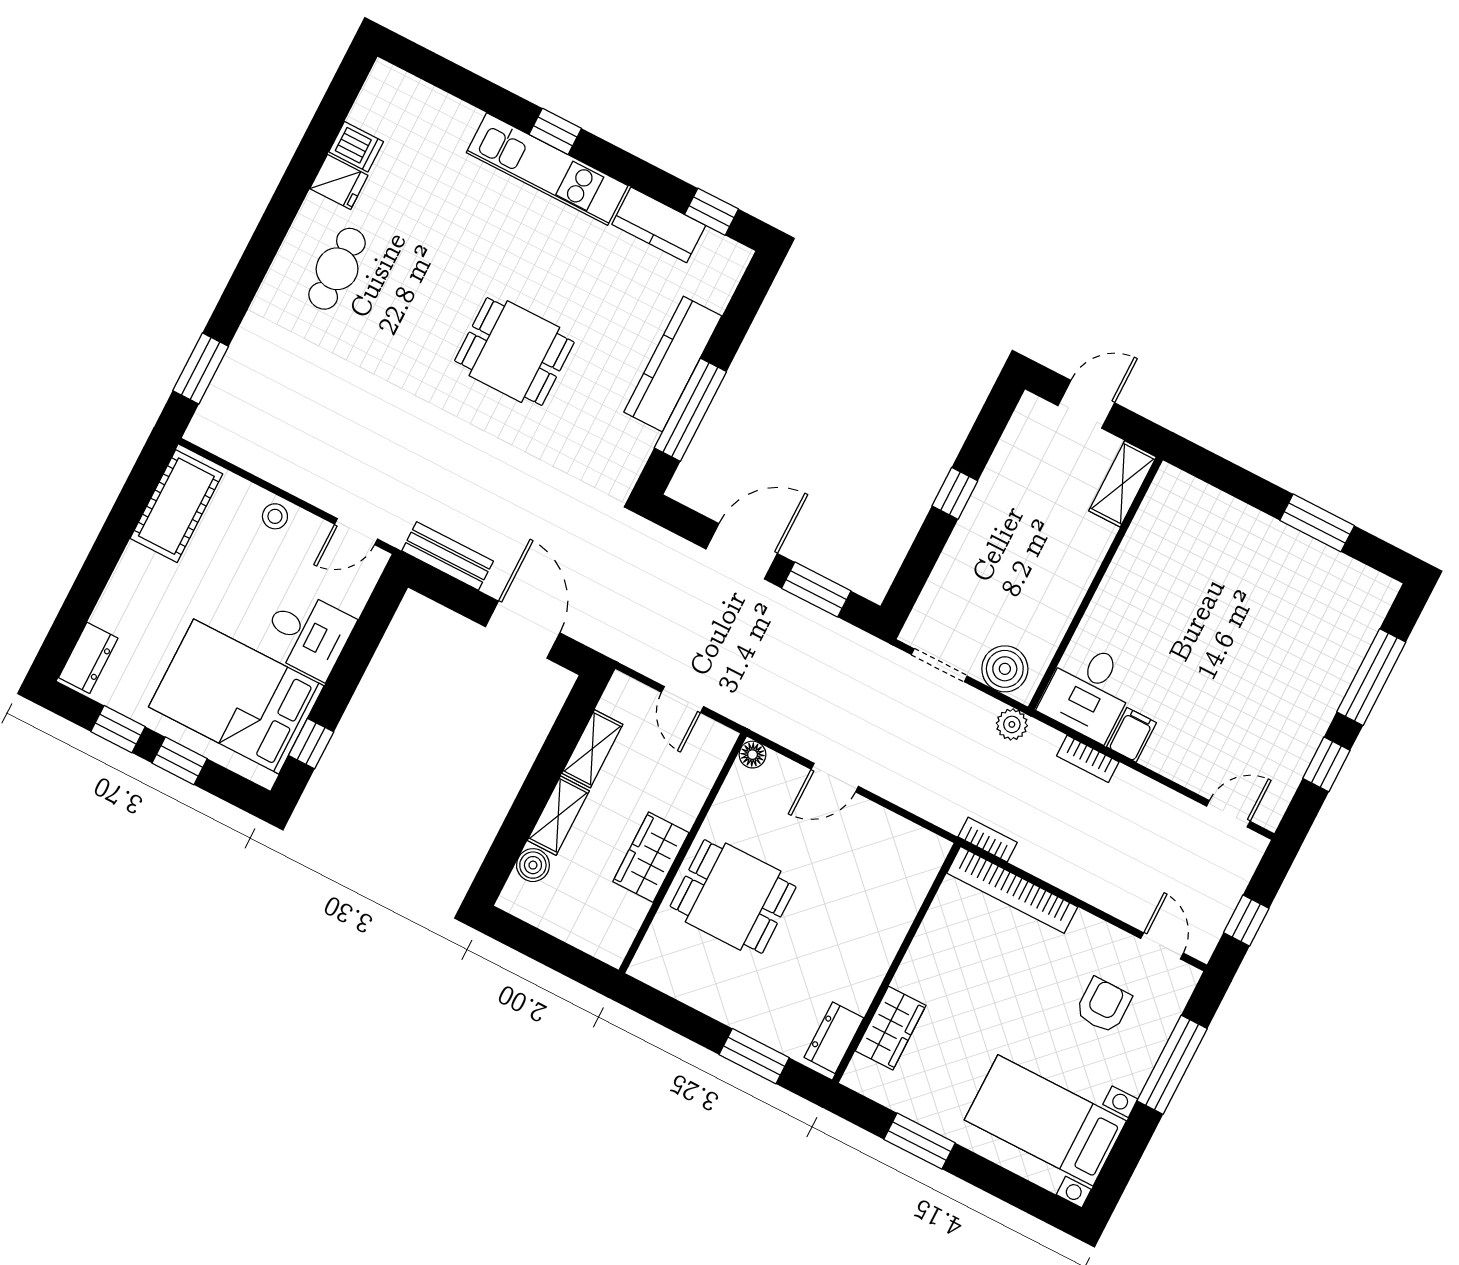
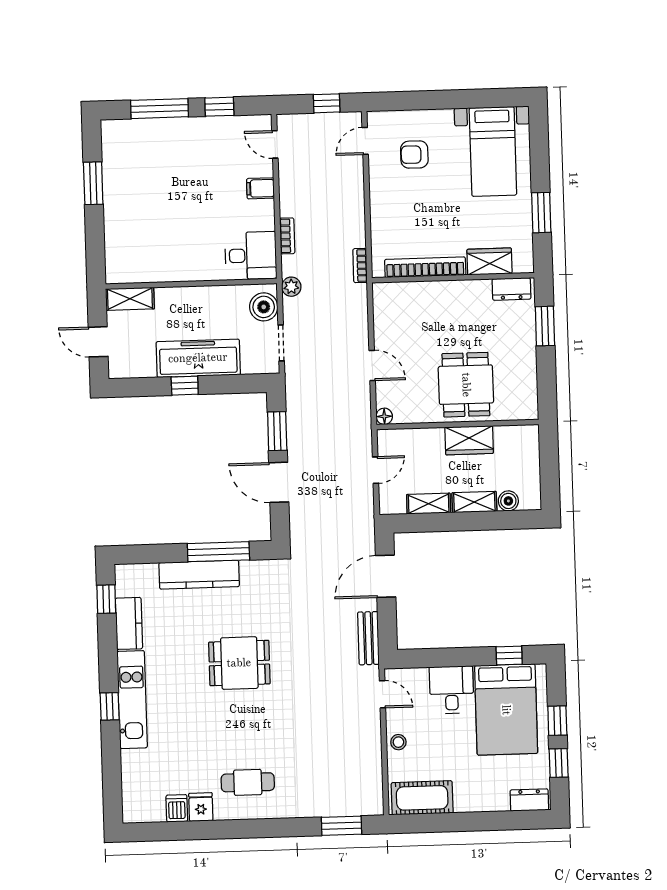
dining table: (514, 352) -> (239, 663), turned 90
freezer: (983, 534) -> (198, 358), added
filing cabinet: (1132, 735) -> (260, 188), moved
bookcase: (1012, 890) -> (425, 267), moved, turned -90
window: (1172, 1065) -> (426, 100), removed

